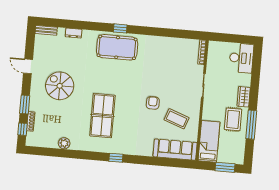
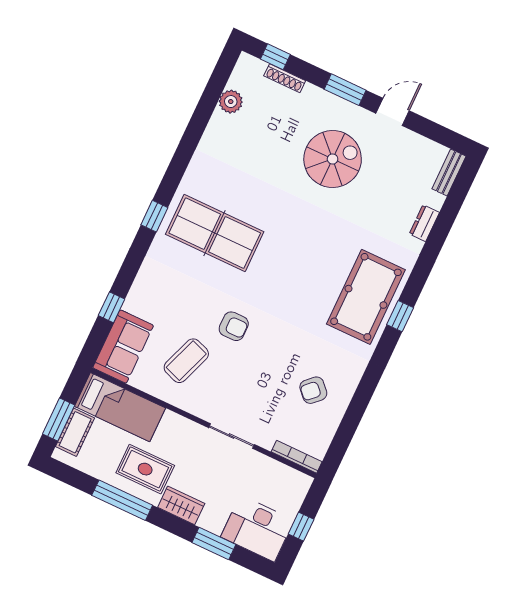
window: (233, 38) -> (301, 527), added
armchair: (169, 56) -> (313, 390), added
window: (256, 75) -> (214, 543), added
window: (25, 104) -> (345, 90), moved
table tennis table: (102, 116) -> (215, 233), moved
plant: (64, 143) -> (231, 102), moved
sofa: (175, 150) -> (123, 347), width x0.73
cot: (228, 158) -> (75, 432), added
window: (165, 162) -> (111, 307), added

